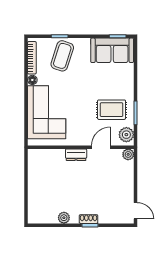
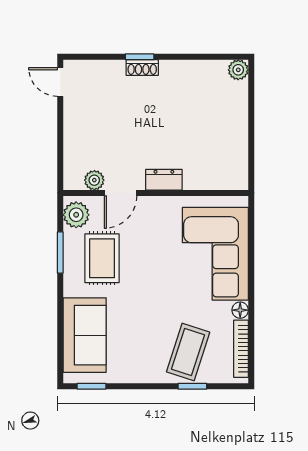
sofa: (112, 50) -> (85, 335), moved, turned 90
rug: (112, 110) -> (102, 258), turned 90
plant: (128, 154) -> (94, 180), moved
plant: (64, 218) -> (238, 70), moved

